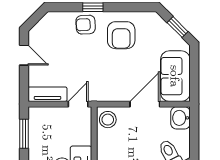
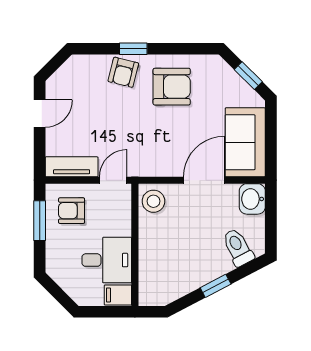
armchair: (86, 25) -> (123, 72), turned -73
armchair: (121, 35) -> (172, 87), turned -90
door: (24, 55) -> (40, 114), hinge flipped
armchair: (47, 126) -> (72, 211), added

